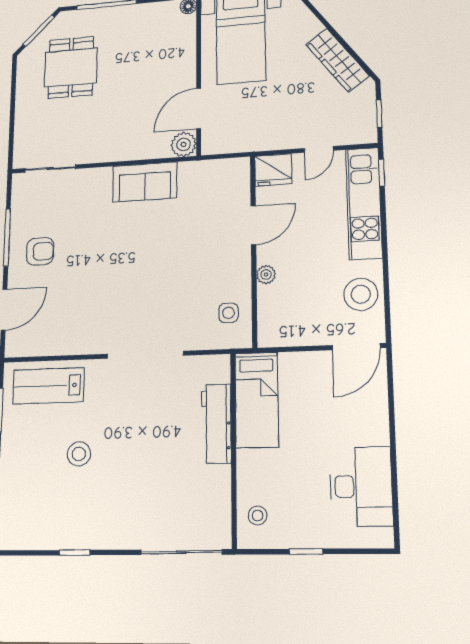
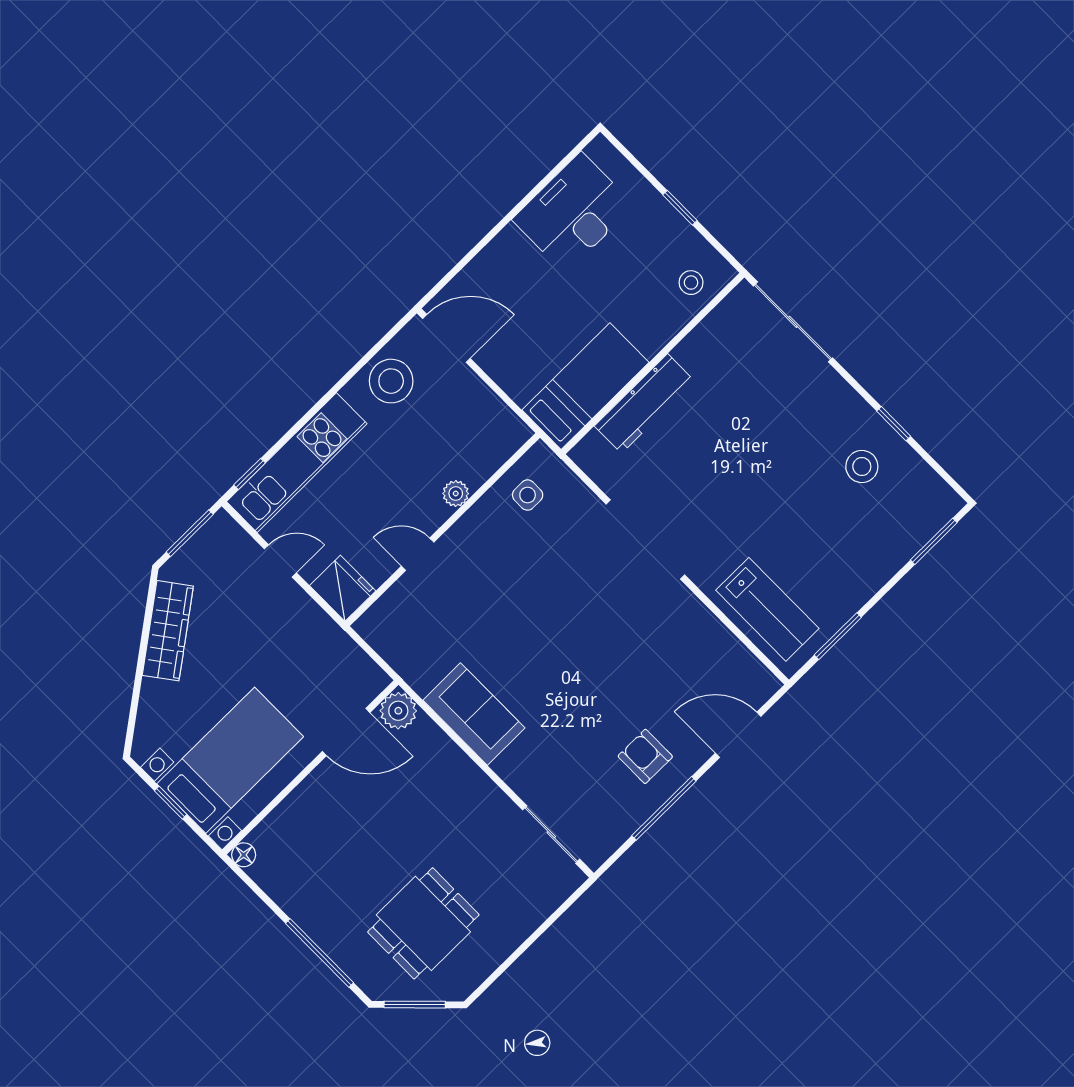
window: (379, 114) -> (190, 533), width x1.50
door: (253, 225) -> (418, 554), width x0.73
stool: (79, 454) -> (862, 467), moved

